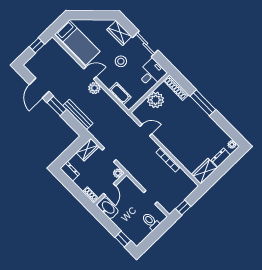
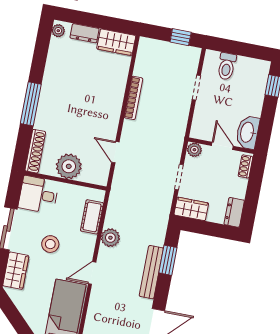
door: (90, 73) -> (92, 273), hinge flipped
plant: (94, 88) -> (110, 238), moved
window: (57, 106) -> (168, 260), moved
bench: (78, 115) -> (151, 272), moved
door: (110, 190) -> (222, 146), hinge flipped

